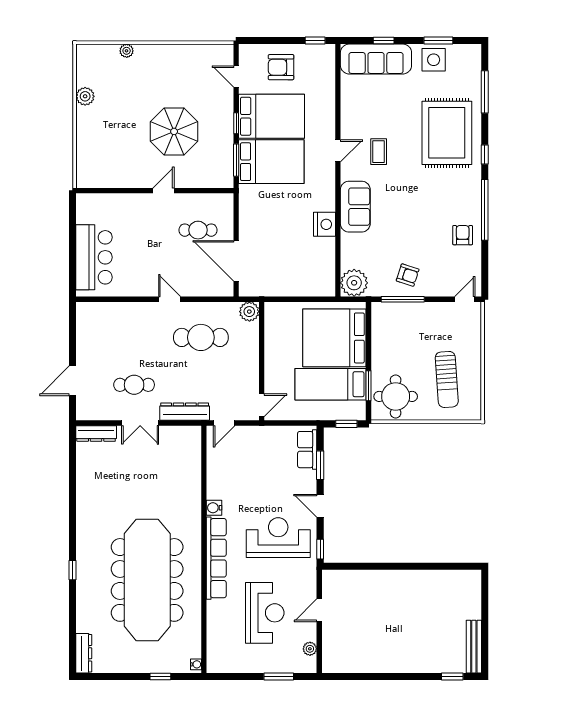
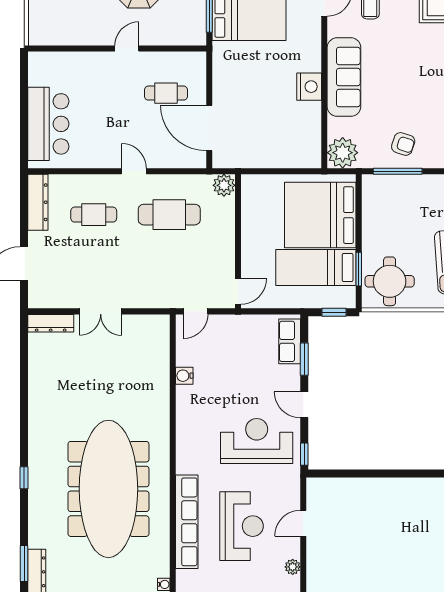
sofa: (355, 207) -> (344, 77), width x1.36
cafe table: (134, 385) -> (94, 215), moved
dresser: (185, 412) -> (38, 202), moved, turned 90
water cooler: (214, 508) -> (184, 376), moved
row of seats: (216, 558) -> (187, 522), moved
window: (73, 646) -> (24, 563), added

